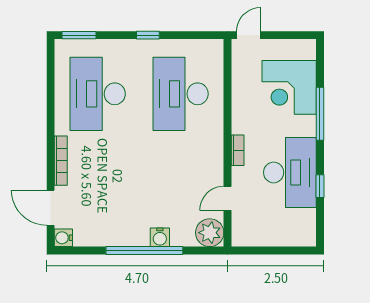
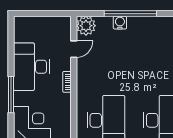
window: (320, 114) -> (11, 95), moved
window: (320, 186) -> (11, 57), removed

